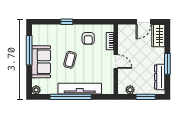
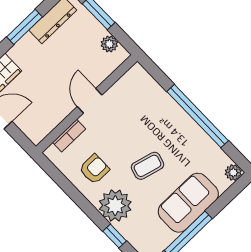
window: (67, 22) -> (115, 236), moved
plant: (67, 33) -> (115, 206), added
tv unit: (80, 89) -> (174, 114), removed

